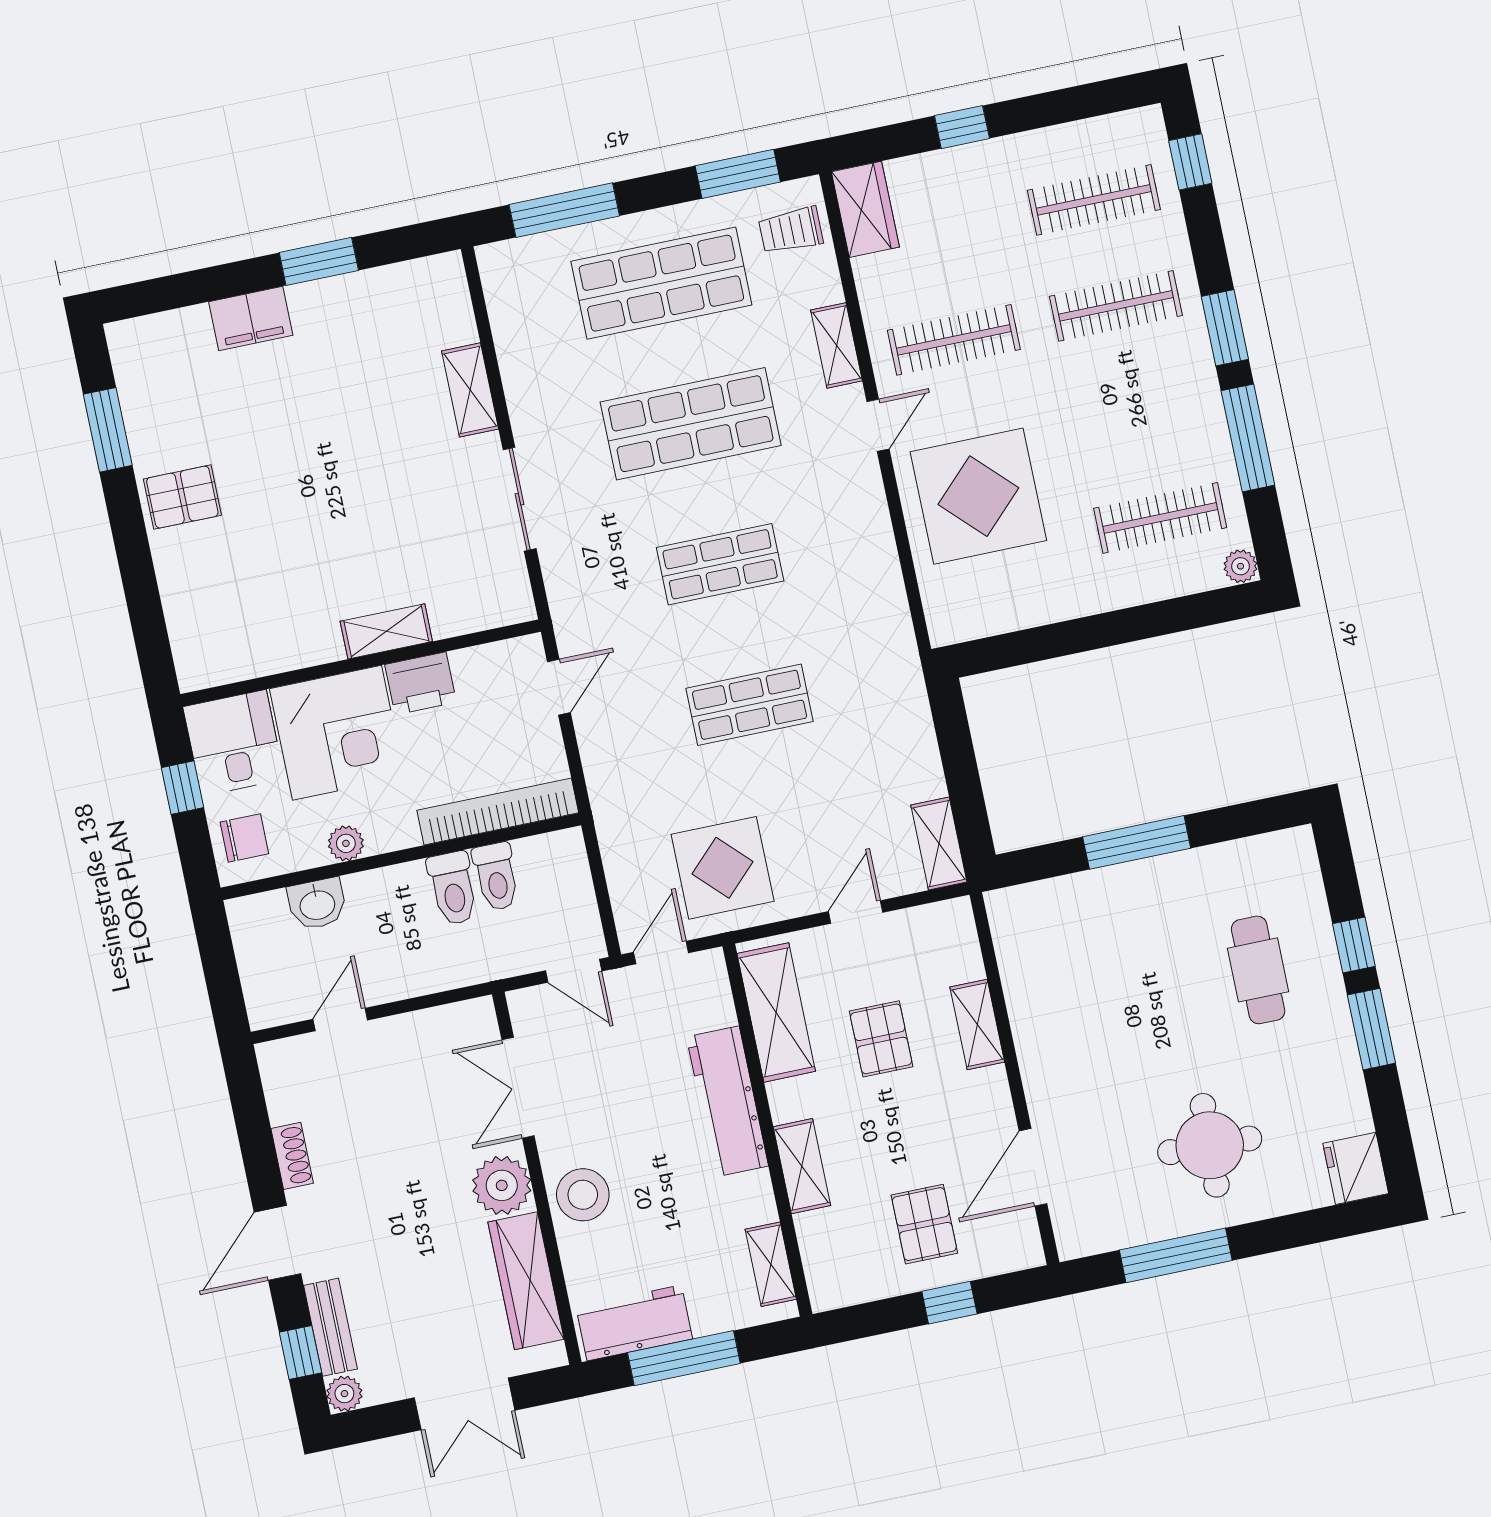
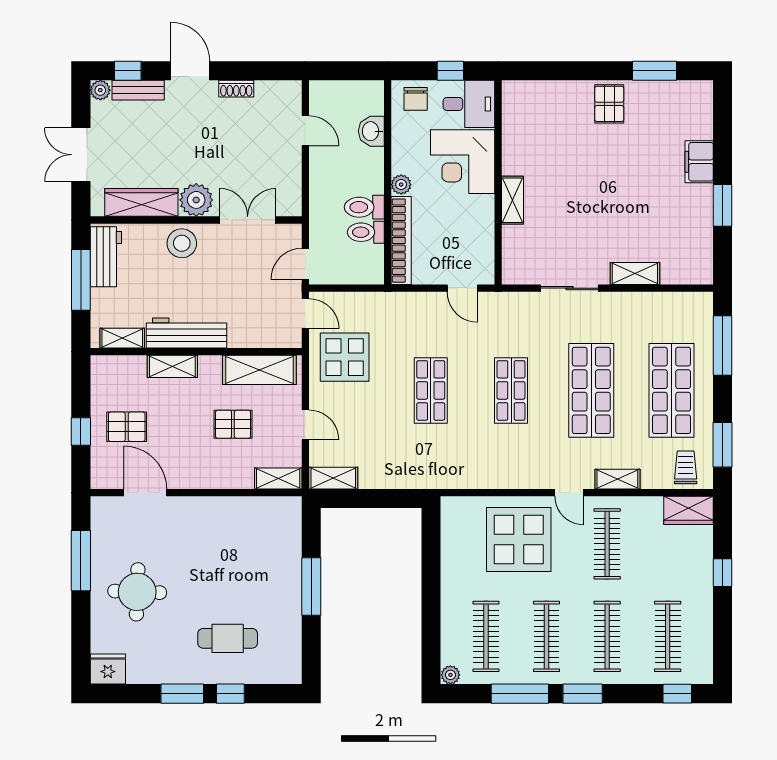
clothes rail: (1138, 412) -> (547, 636), added
printer: (420, 683) -> (480, 213), removed
plant: (346, 843) -> (401, 185), moved
shelving: (977, 1025) -> (278, 478), moved
workbench: (727, 1101) -> (186, 333), moved

